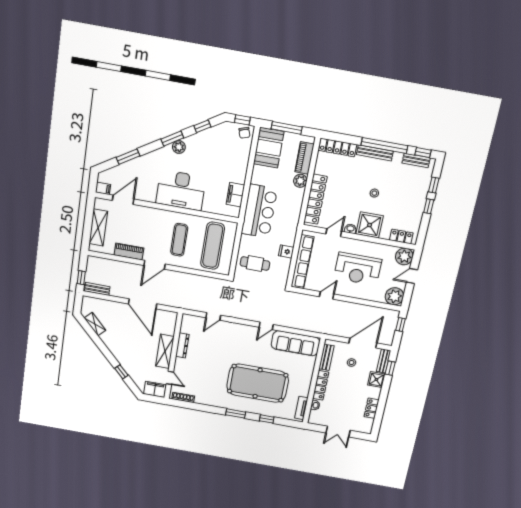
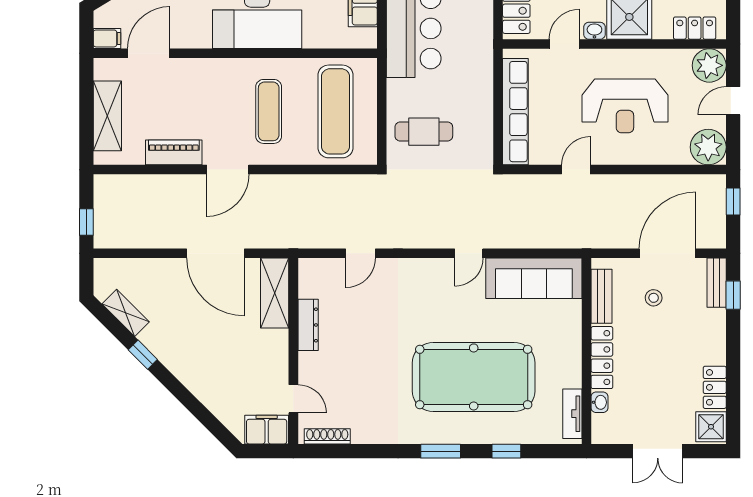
fridge: (286, 252) -> (480, 97), removed
bench: (97, 289) -> (121, 239), removed
shelving: (165, 351) -> (275, 293), moved
window: (121, 372) -> (143, 355), moved
shower: (376, 380) -> (711, 427), moved

